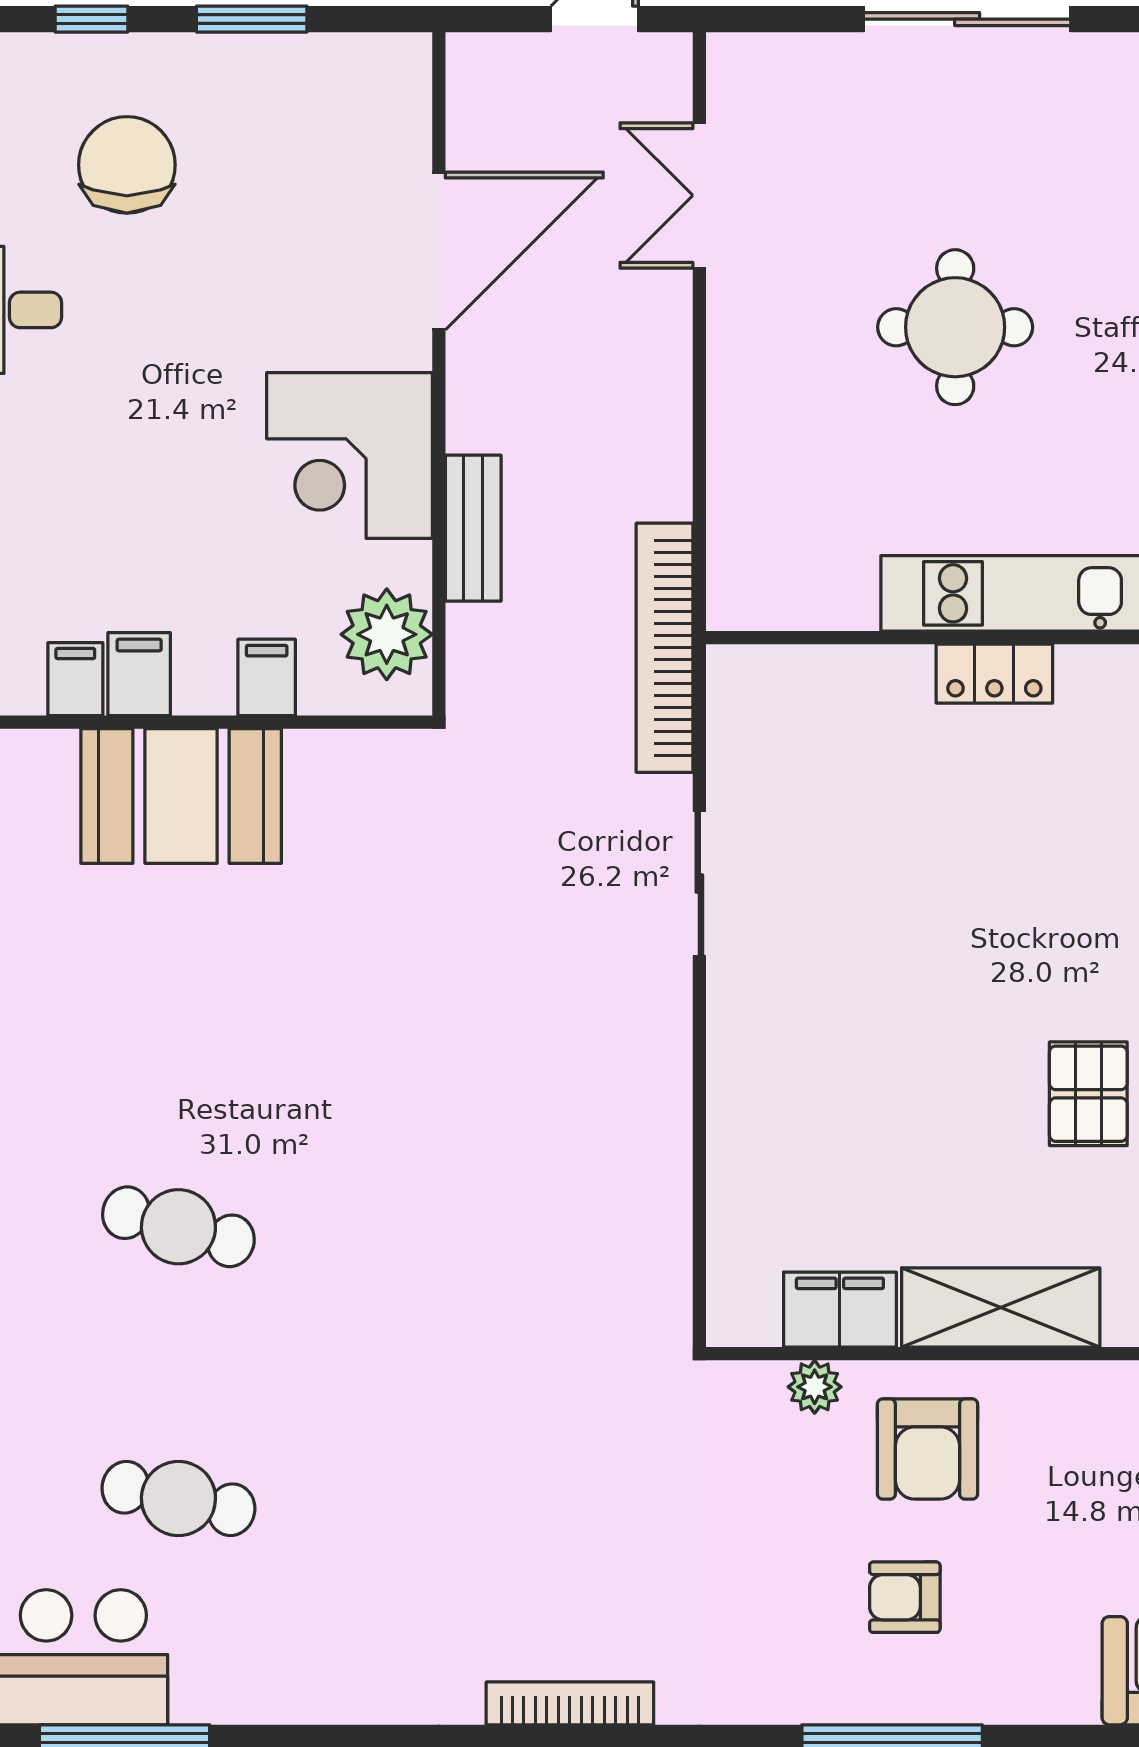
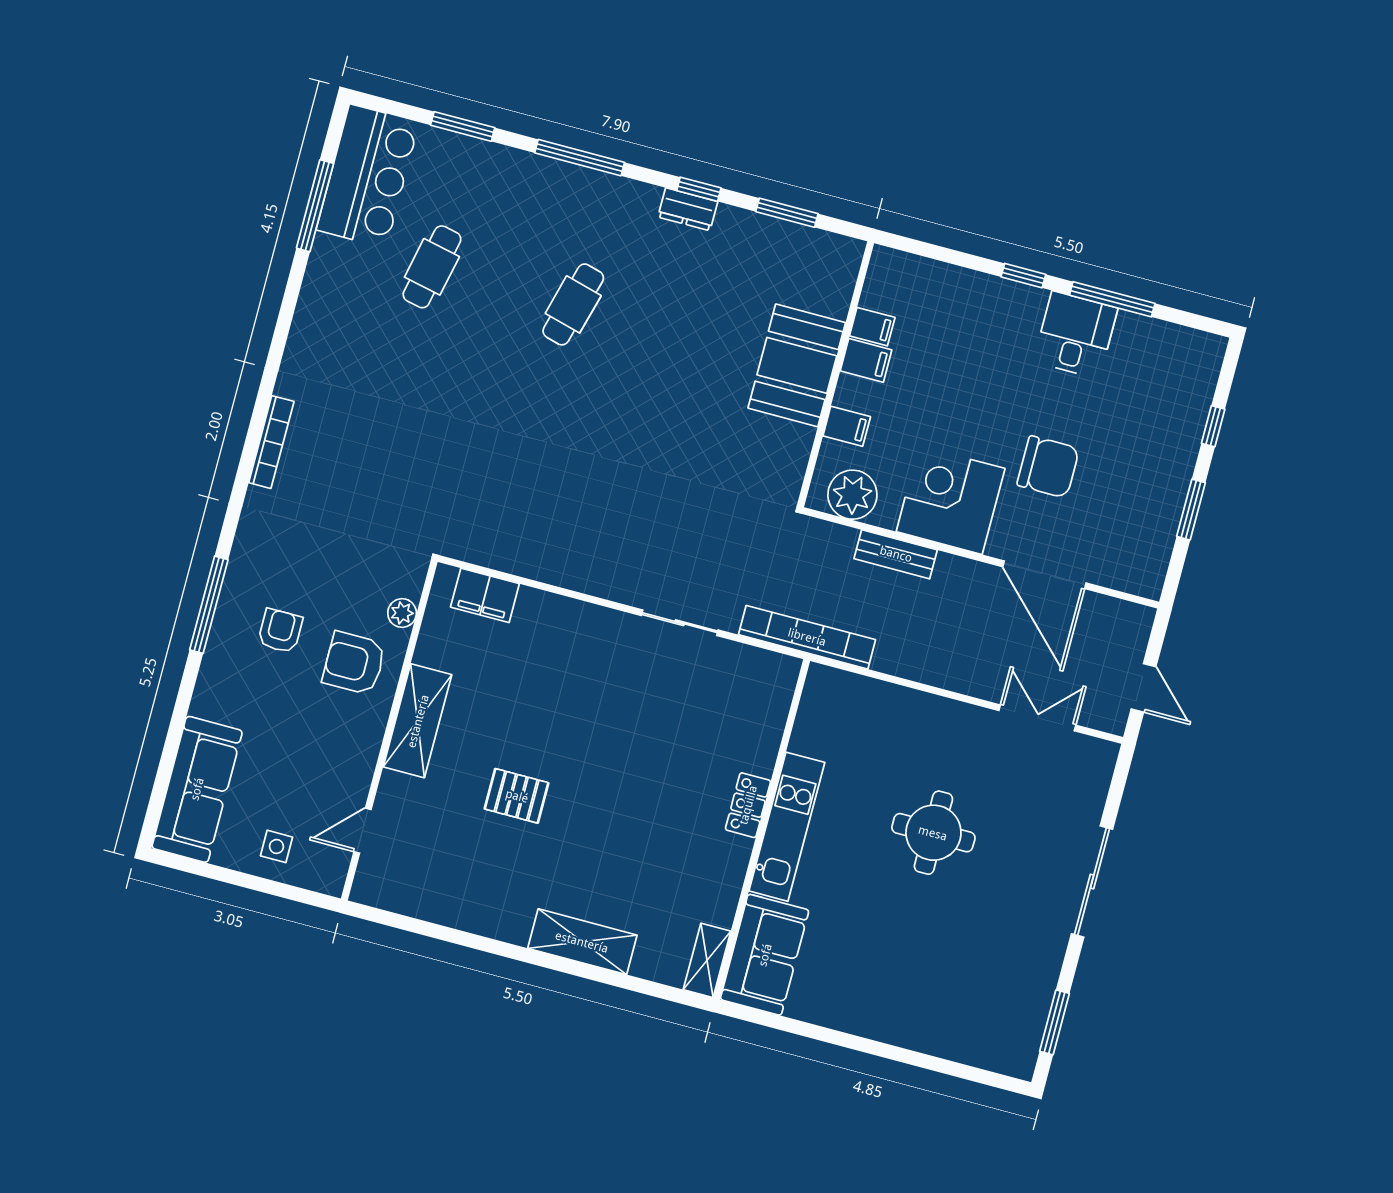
chair: (127, 165) -> (1048, 467), moved
filing cabinet: (840, 1310) -> (485, 595), moved, turned 90

